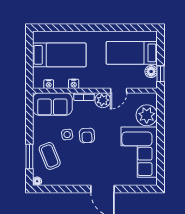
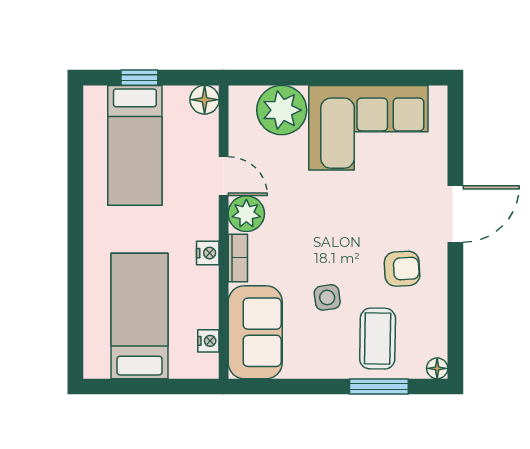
floor lamp: (151, 72) -> (205, 100), moved
window: (161, 74) -> (139, 78), moved
nightstand: (74, 84) -> (208, 253), moved
armchair: (87, 135) -> (402, 269), moved
coffee table: (50, 156) -> (378, 339), turned -67

